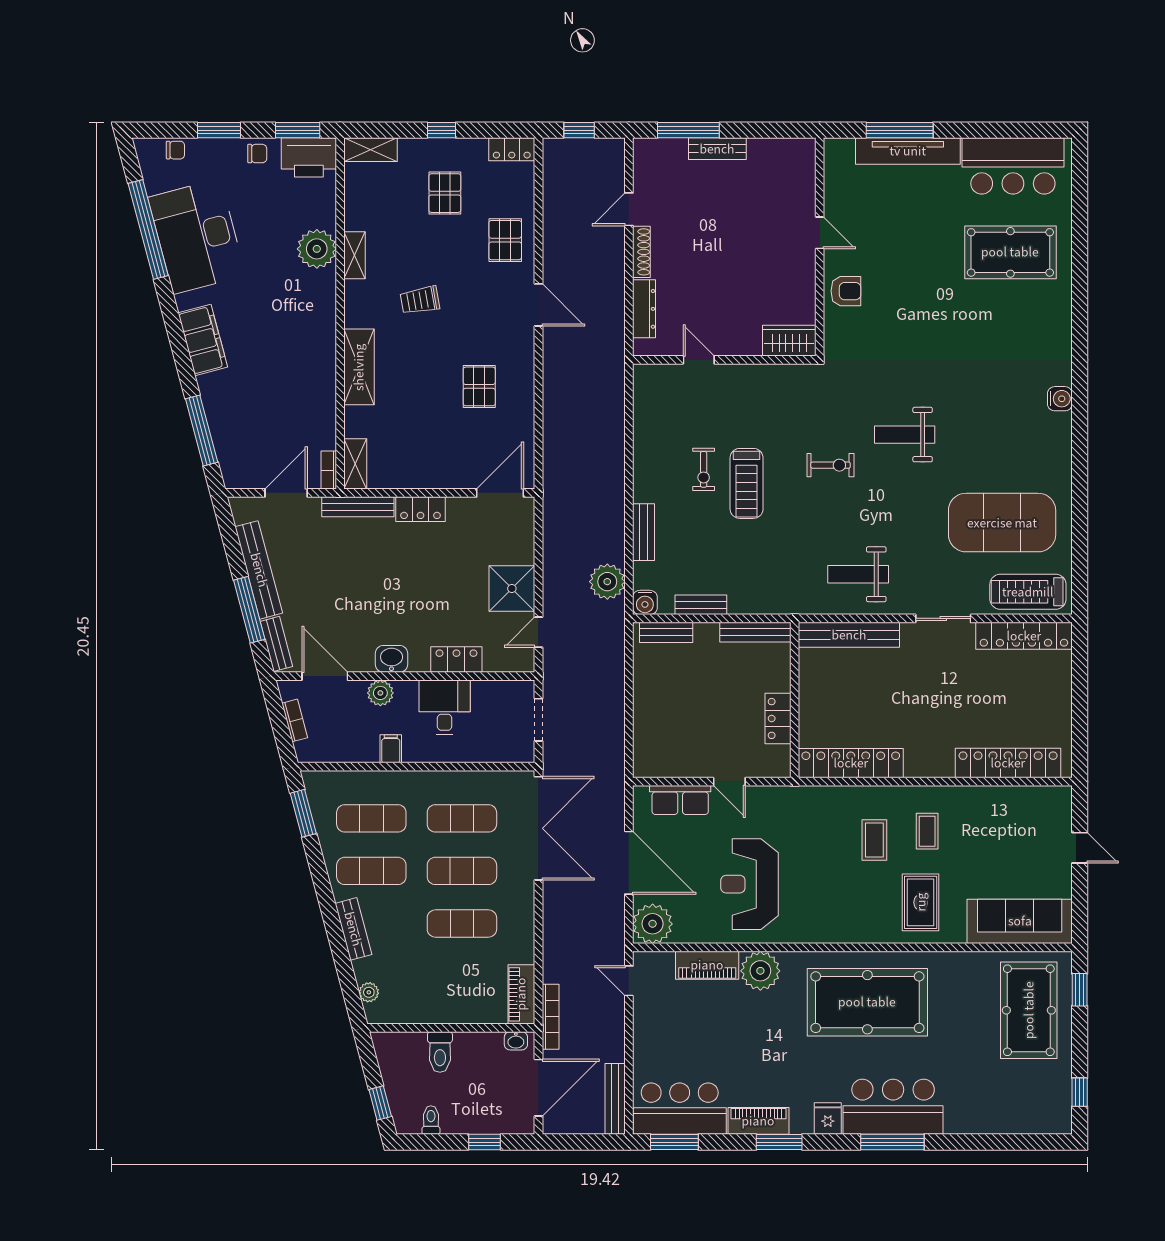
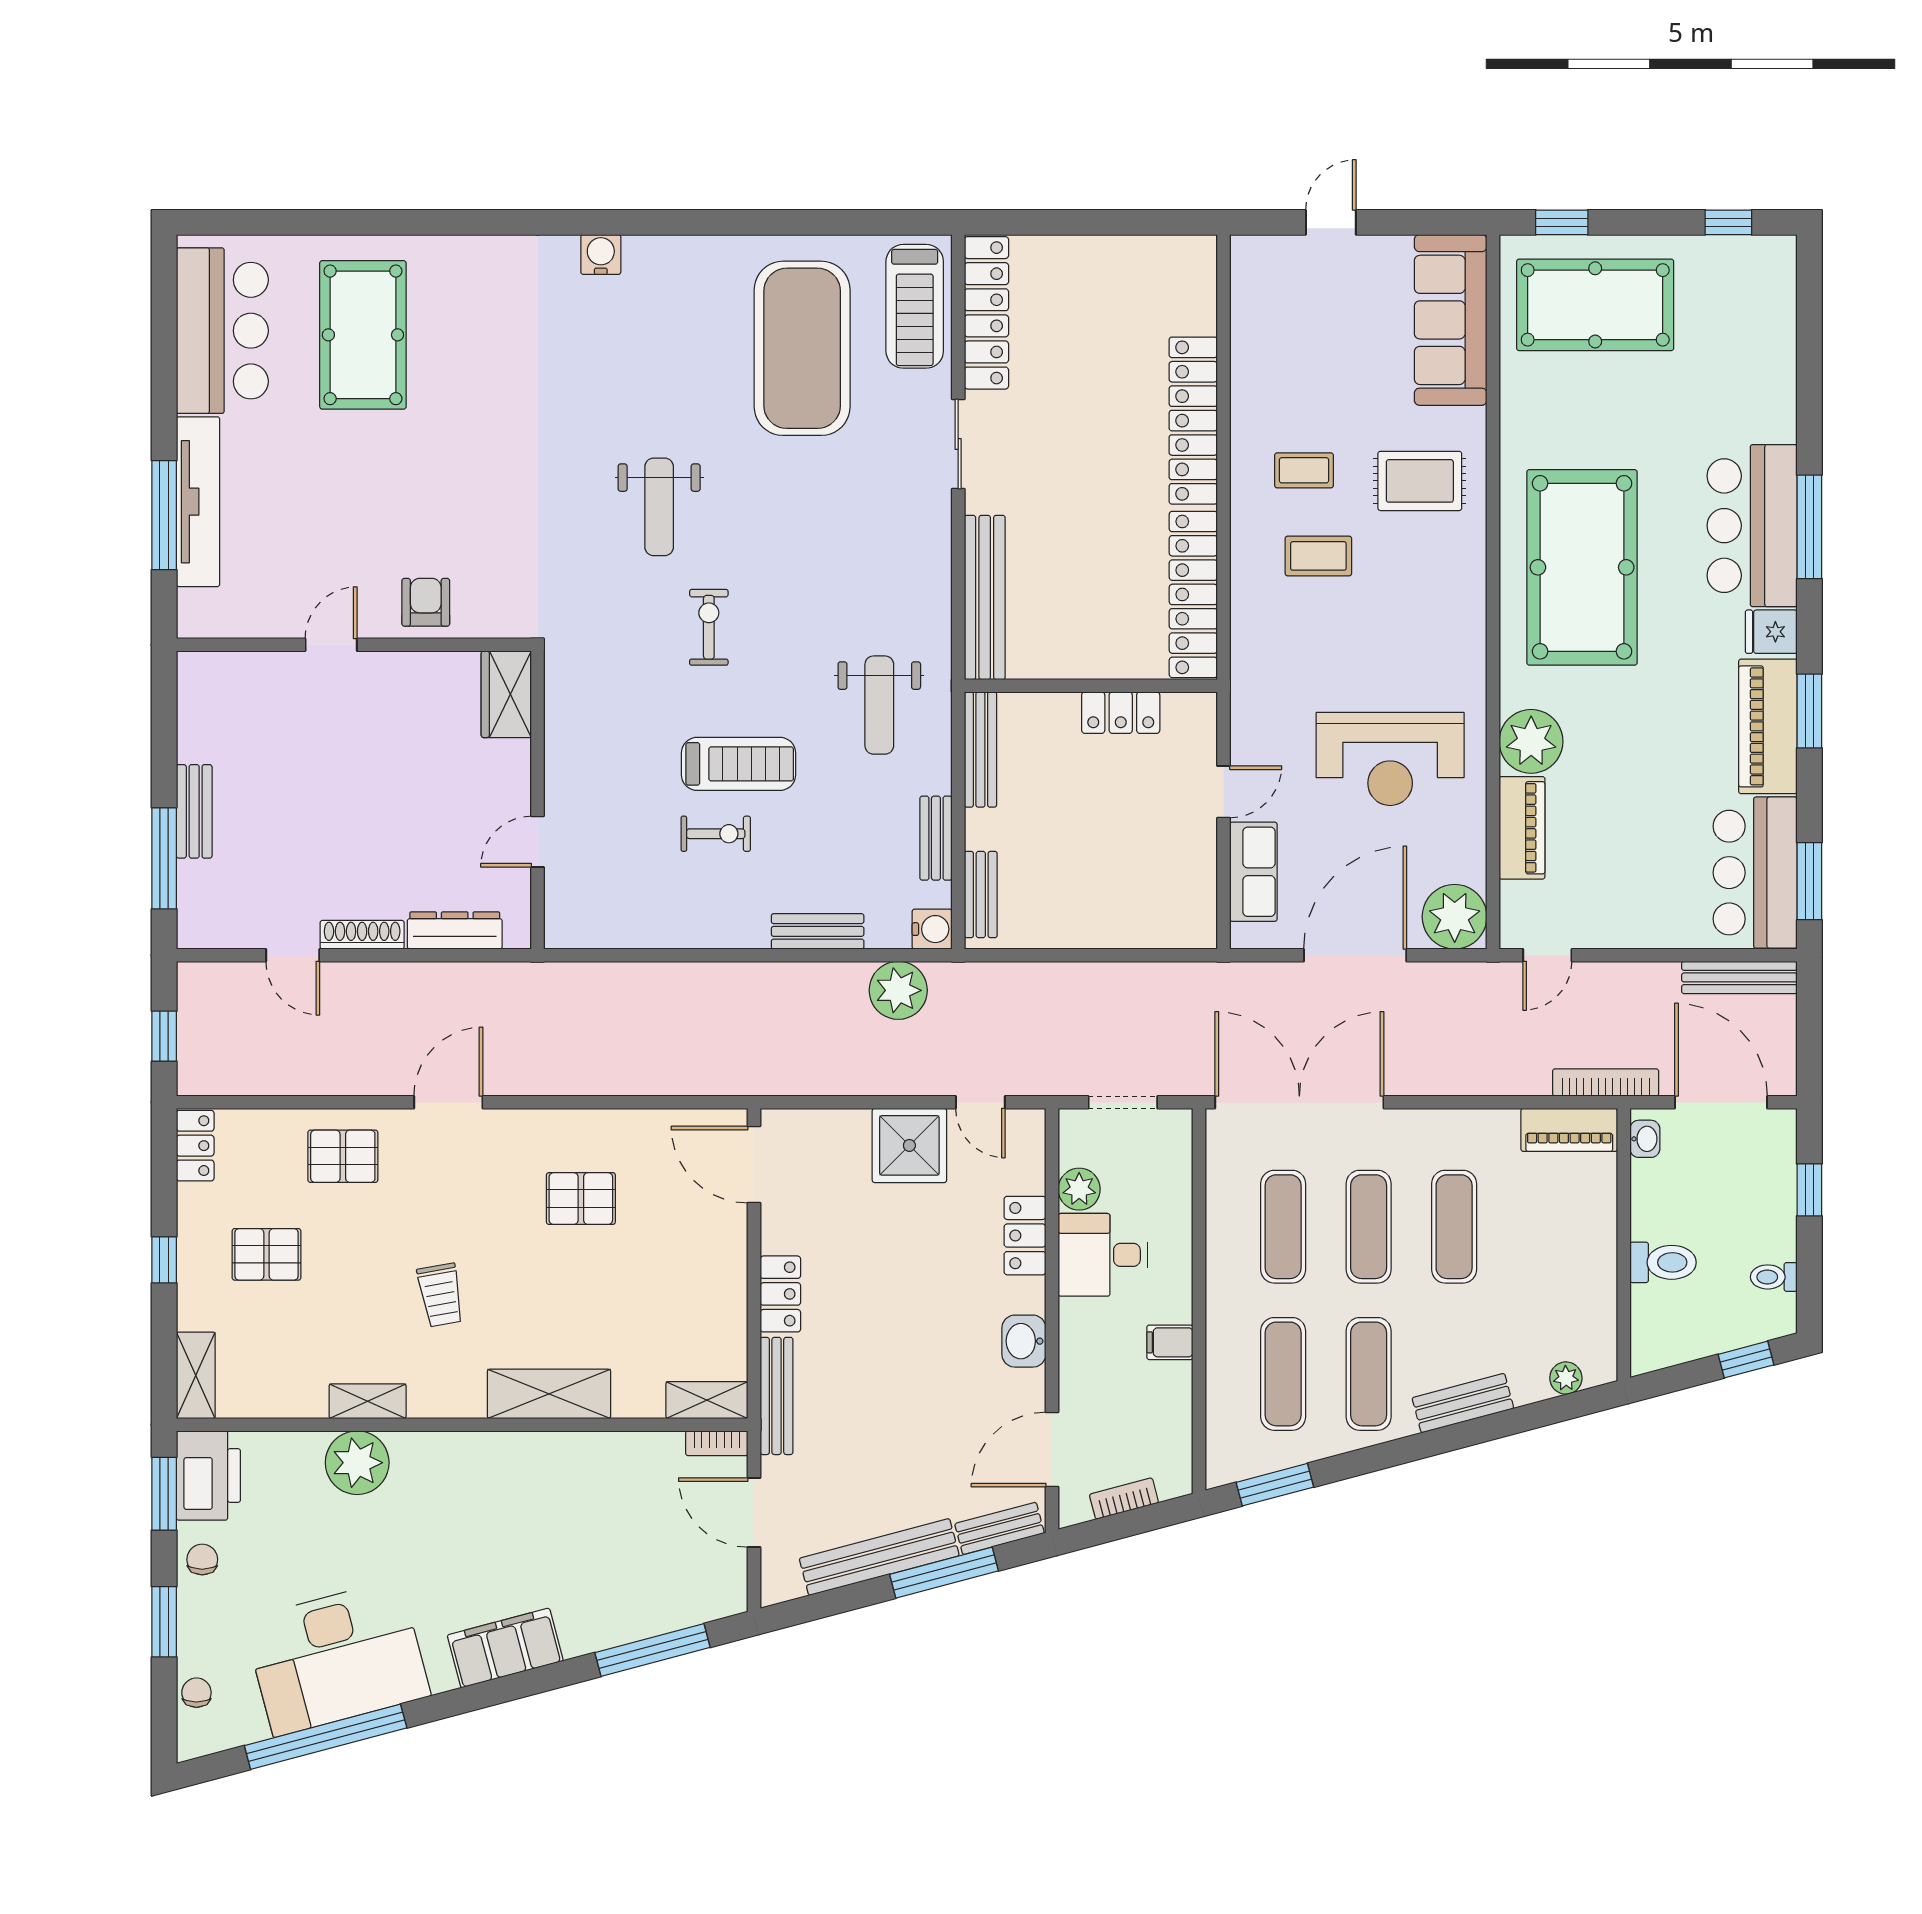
weight bench: (858, 574) -> (879, 705), moved
plant: (380, 693) -> (1079, 1189), moved
locker: (1008, 763) -> (1193, 421), moved
piano: (758, 1121) -> (1768, 726), width x1.37, depth x1.33

